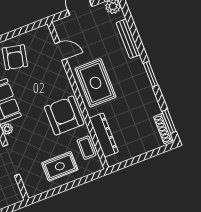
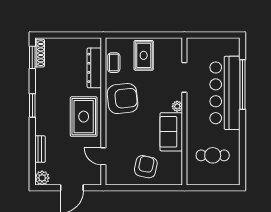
bench: (128, 39) -> (40, 149), width x0.73
armchair: (64, 116) -> (123, 99), turned -96
rug: (60, 166) -> (144, 55), turned 90

